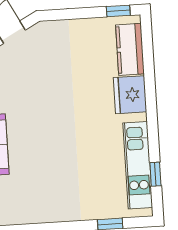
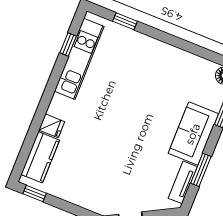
fridge: (130, 95) -> (52, 126), width x0.53, depth x0.75

